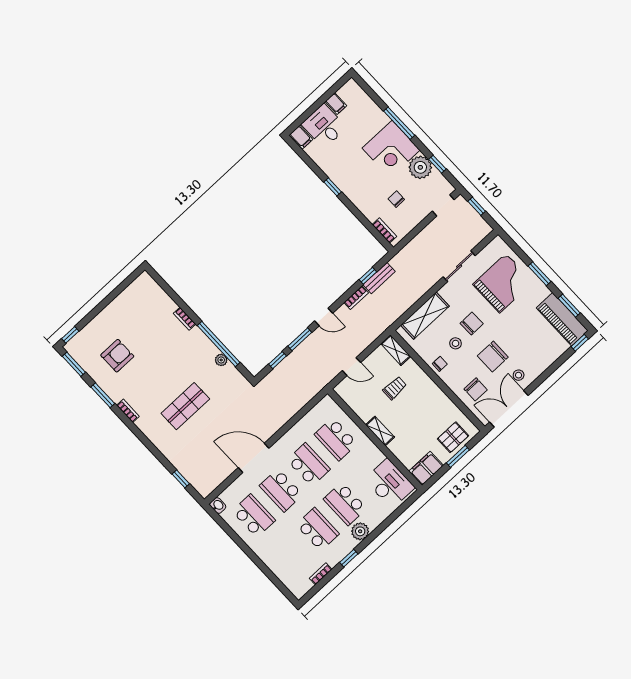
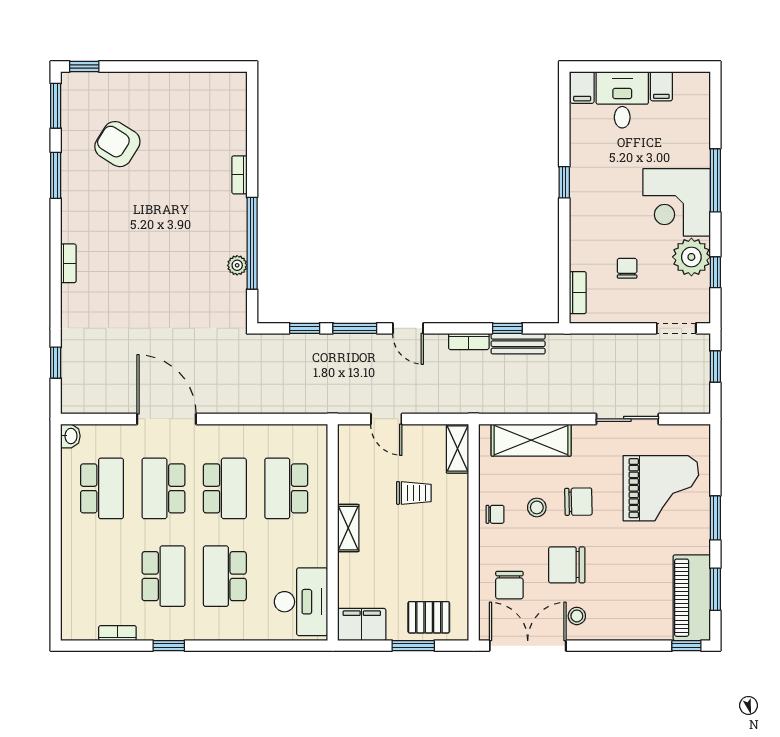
armchair: (117, 356) -> (117, 144), turned -148
shop shelf: (185, 406) -> (143, 281), removed
bookcase: (128, 411) -> (68, 263), moved
plant: (360, 531) -> (212, 626), removed

